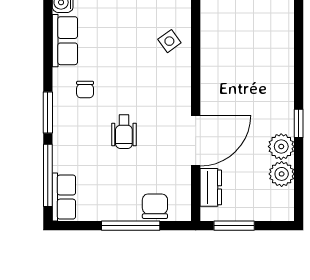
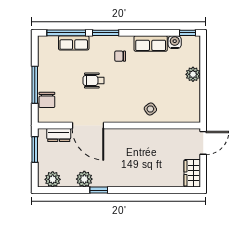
plant: (282, 174) -> (53, 179), moved
row of seats: (64, 197) -> (74, 43), moved
chair: (155, 206) -> (47, 100), turned 90

